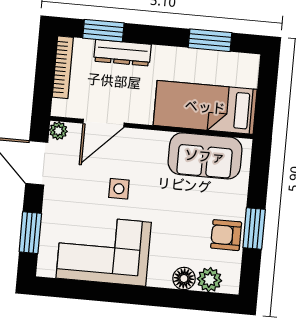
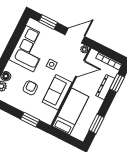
door: (104, 123) -> (80, 69), swing flipped
sofa: (205, 156) -> (57, 92), moved
window: (254, 228) -> (30, 120), moved
armchair: (226, 235) -> (30, 88), moved

